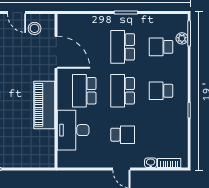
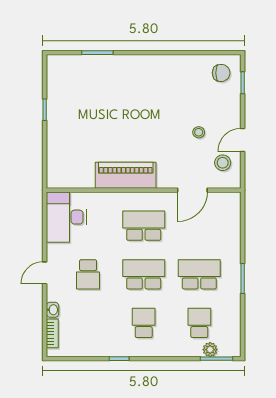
stool: (10, 47) -> (199, 132), added
door: (56, 52) -> (192, 190), width x0.73
desk: (73, 130) -> (66, 217), moved, turned -90

